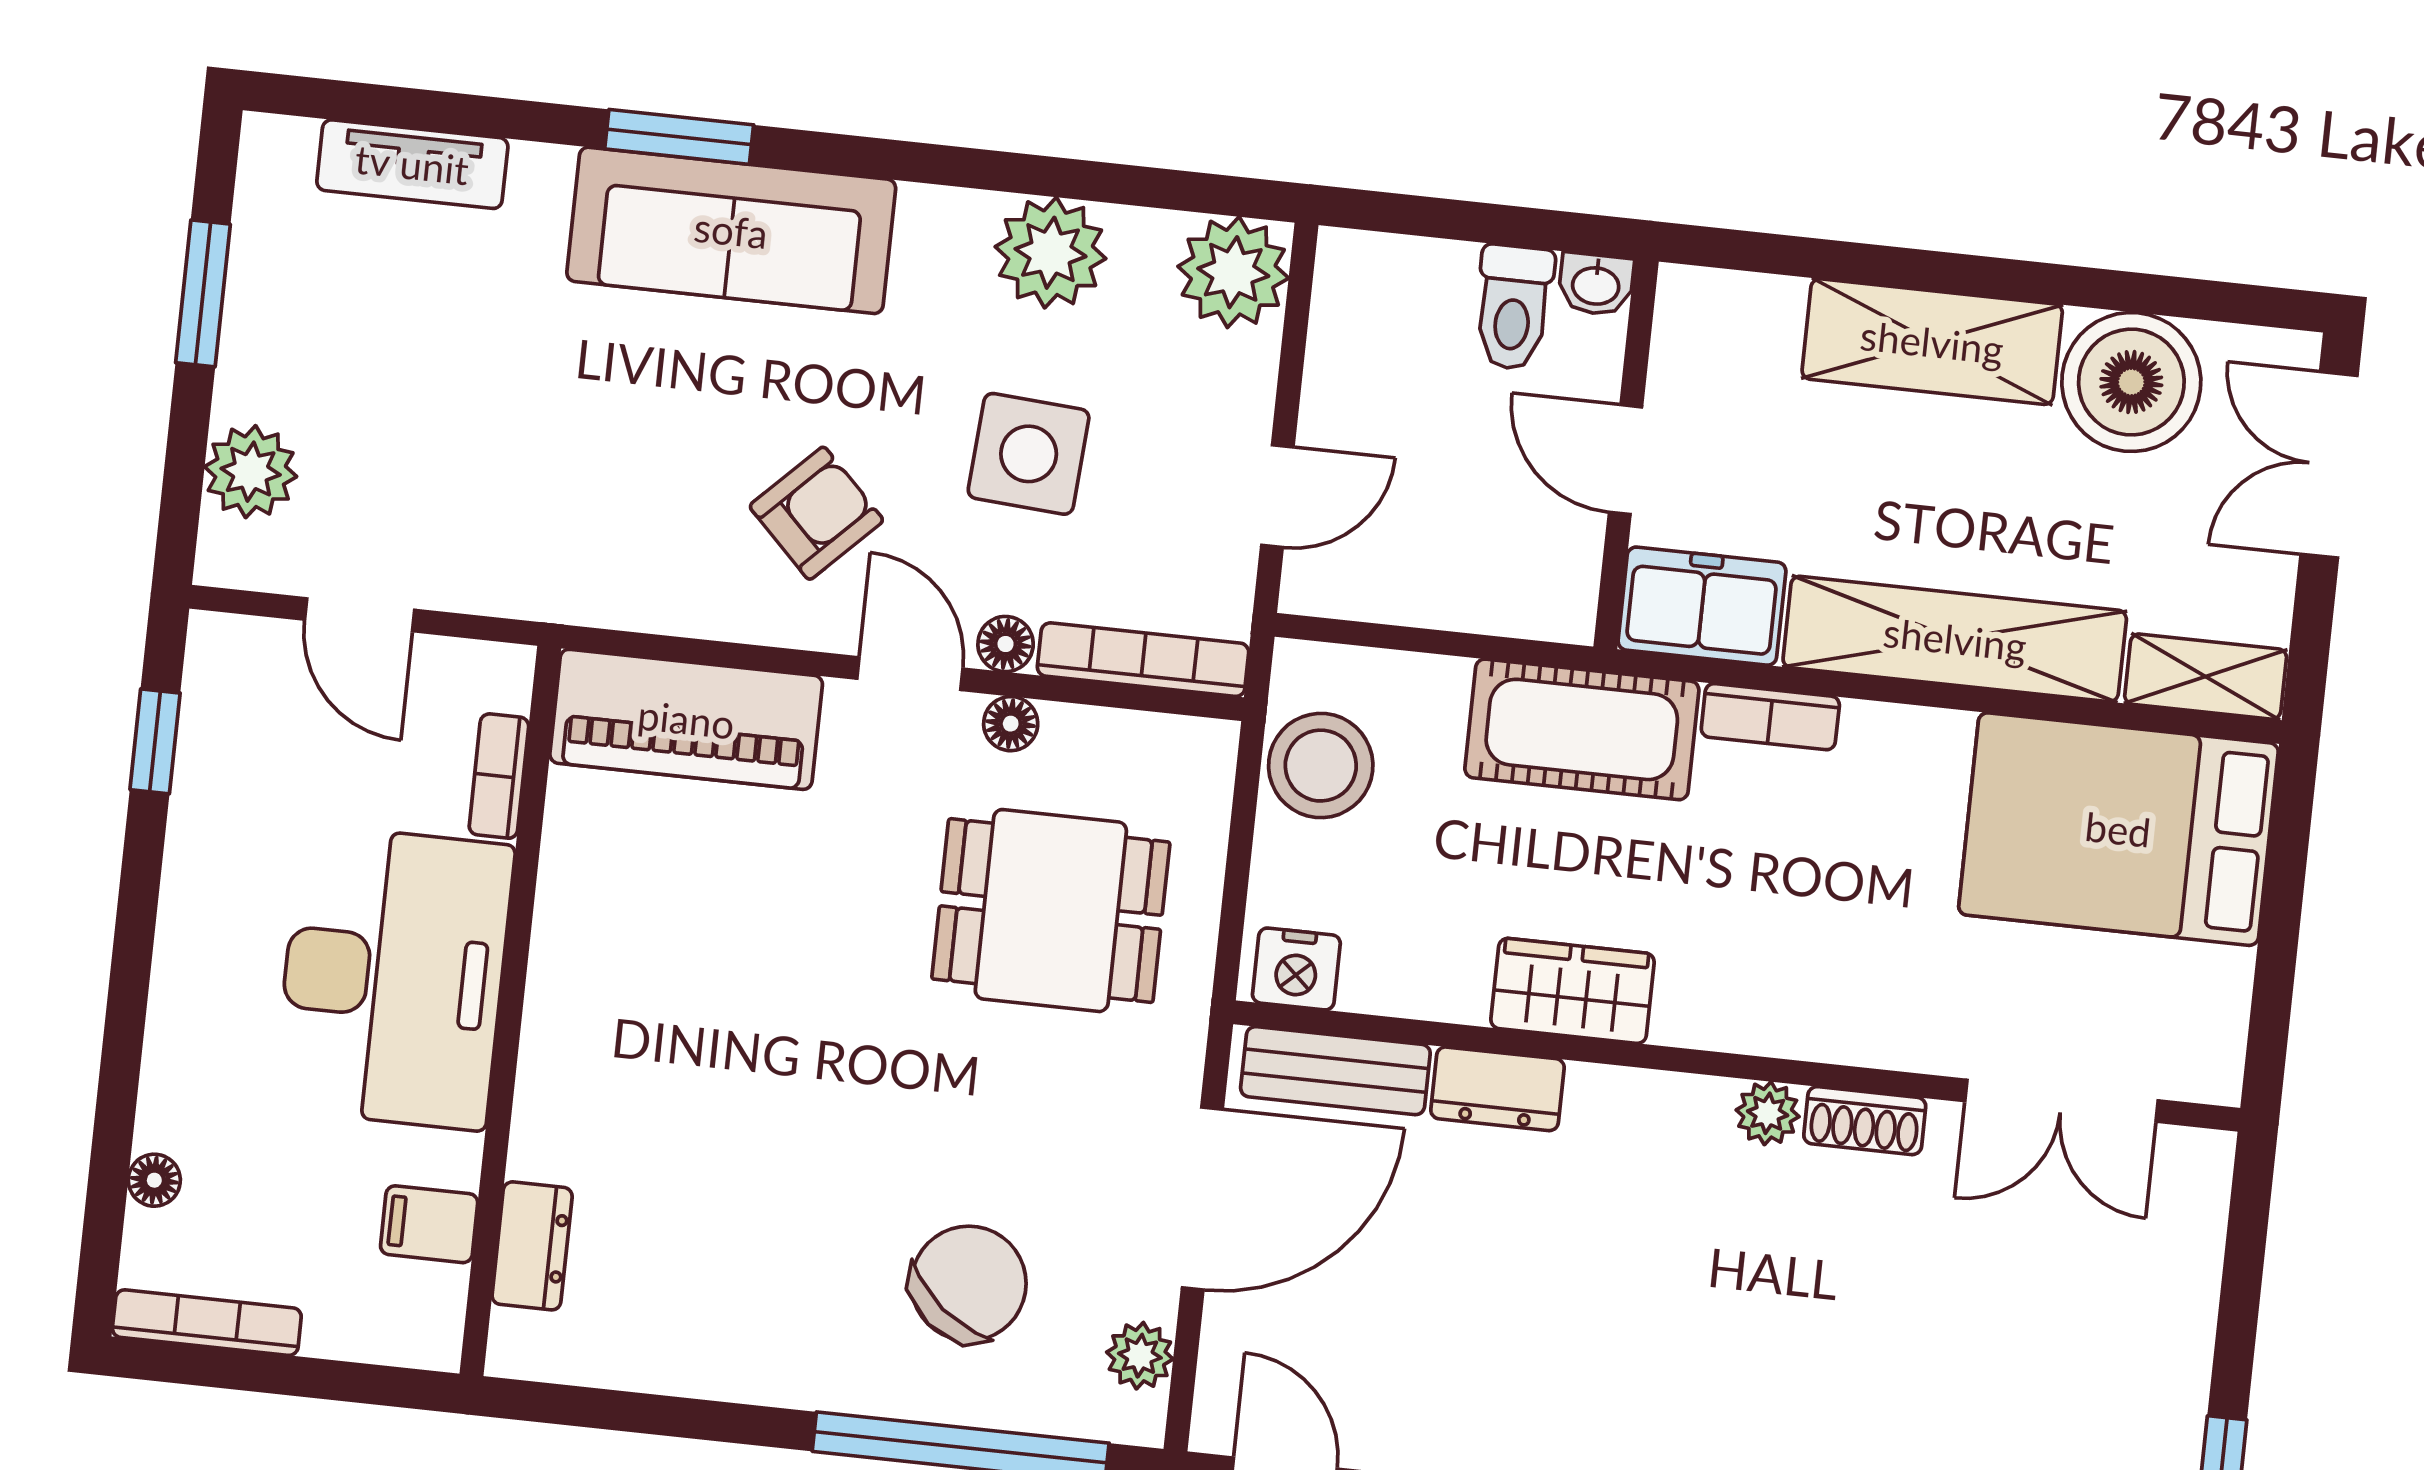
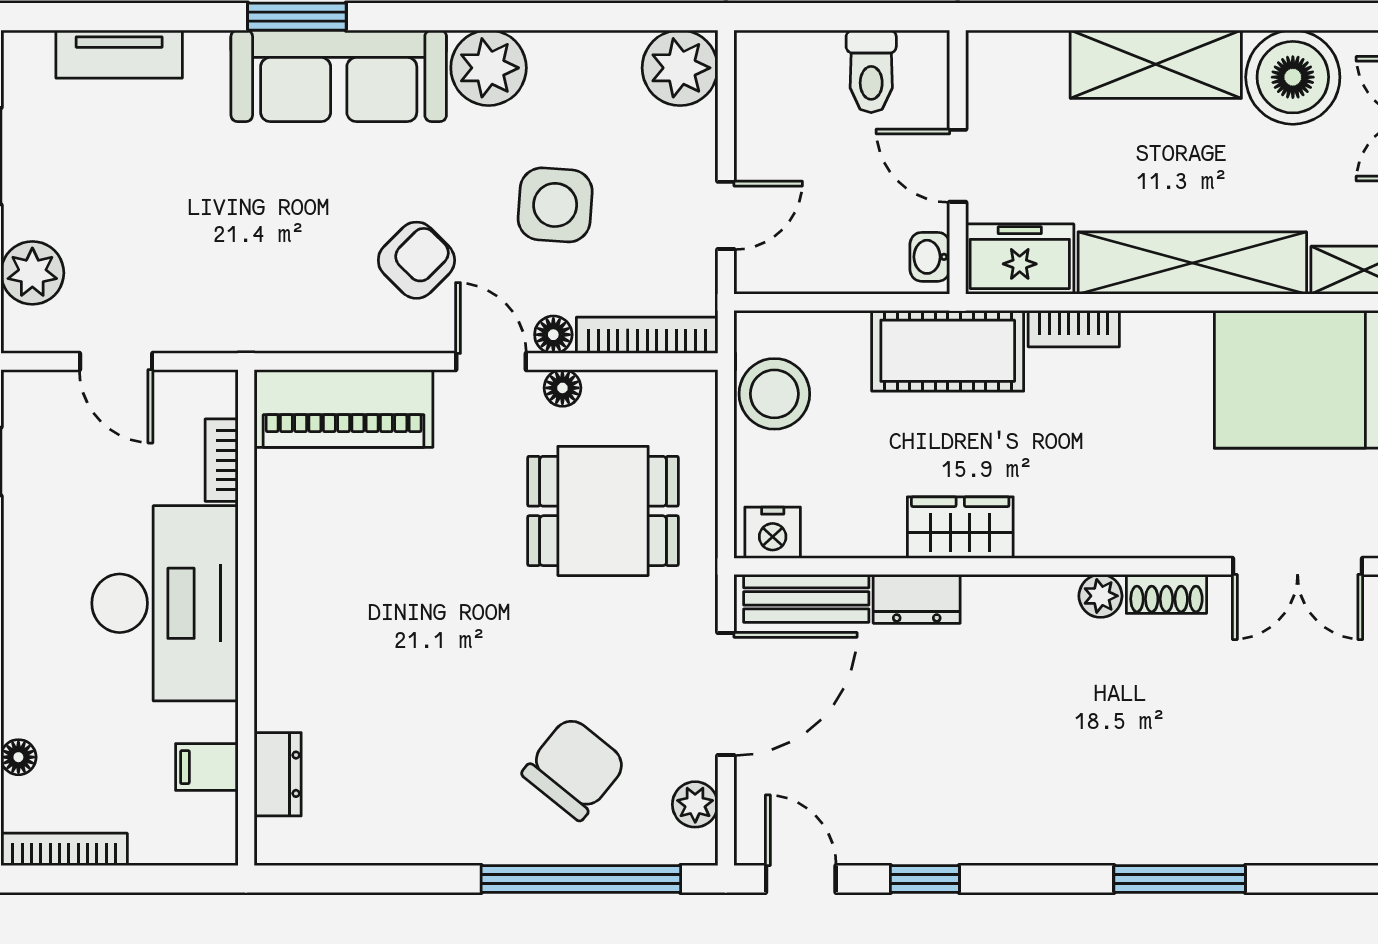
plant: (1051, 253) -> (489, 68), moved
washbasin: (1596, 284) -> (930, 257), moved, turned 90

